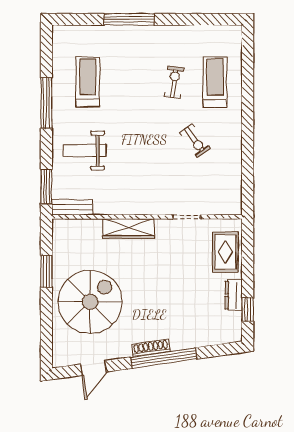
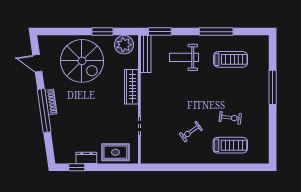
weight bench: (85, 150) -> (184, 57), turned -90
bench: (72, 207) -> (146, 54), width x1.36
plant: (66, 239) -> (124, 45), added

